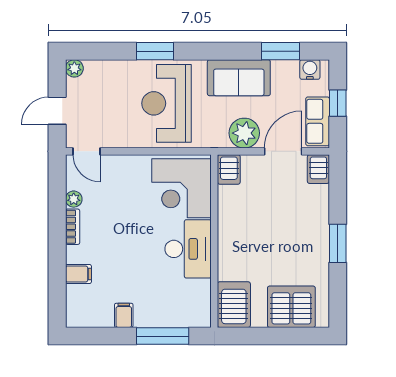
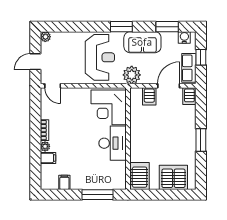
window: (155, 51) -> (121, 27), moved
reception desk: (167, 103) -> (100, 57), turned 180
plant: (244, 133) -> (132, 75), moved
server rack: (229, 169) -> (149, 96), moved
plant: (74, 199) -> (45, 146), moved
filing cabinet: (124, 315) -> (64, 182), moved

